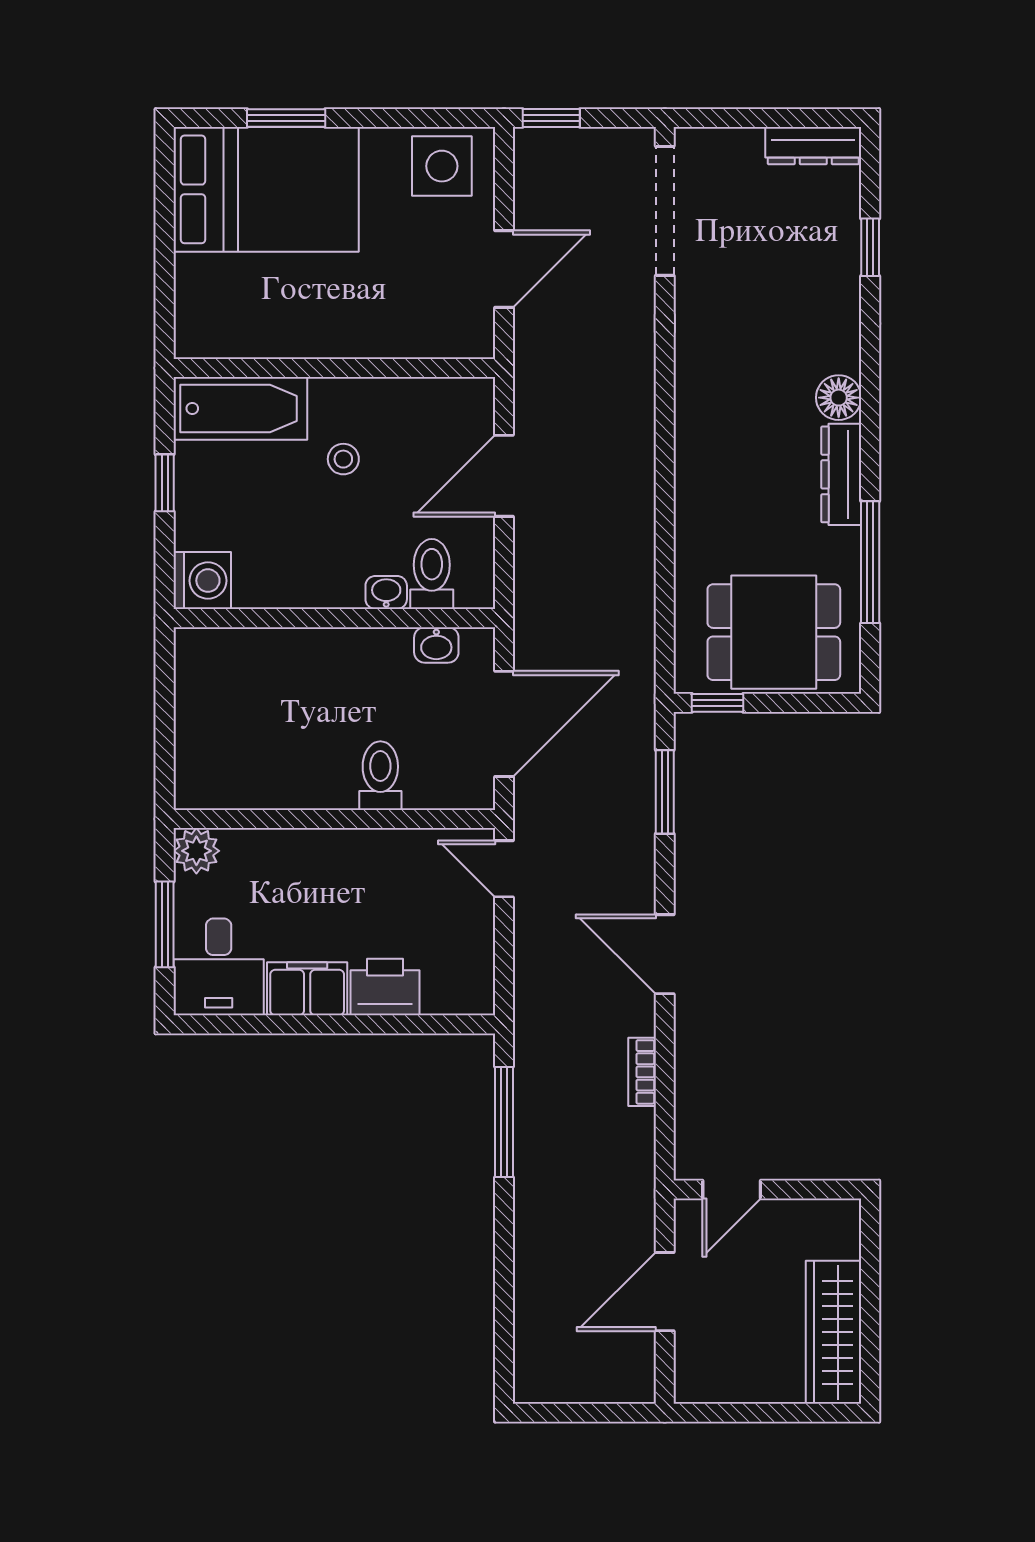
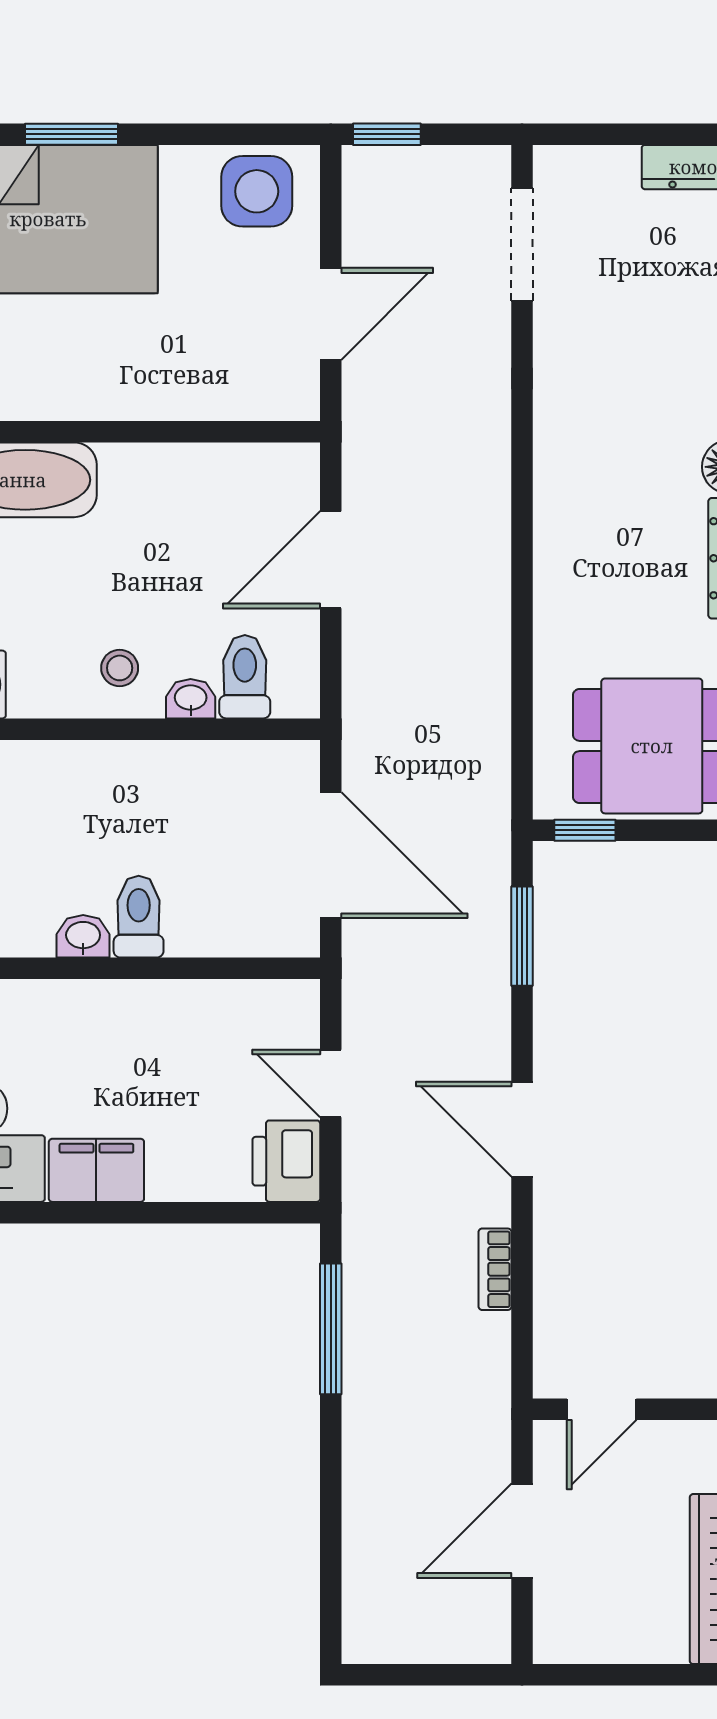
doorway: (665, 211) -> (522, 245), width x0.73
stool: (343, 459) -> (120, 668), moved
washbasin: (436, 645) -> (83, 936), moved, turned 180
door: (504, 724) -> (331, 855), hinge flipped
toilet: (380, 776) -> (139, 917), moved
door: (504, 869) -> (331, 1083), moved
printer: (385, 987) -> (286, 1161), moved, turned -90

